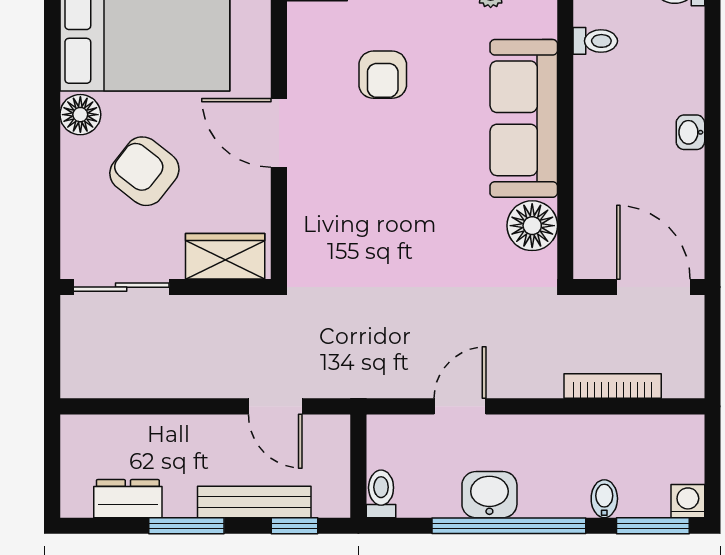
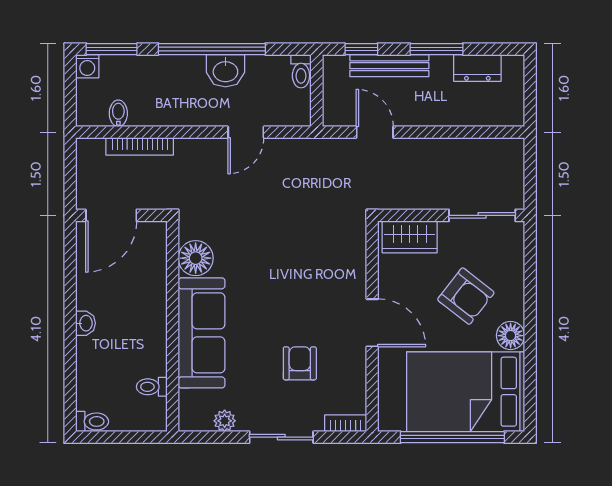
door: (653, 287) -> (111, 215), hinge flipped
bidet: (604, 499) -> (118, 113), moved, turned 180

